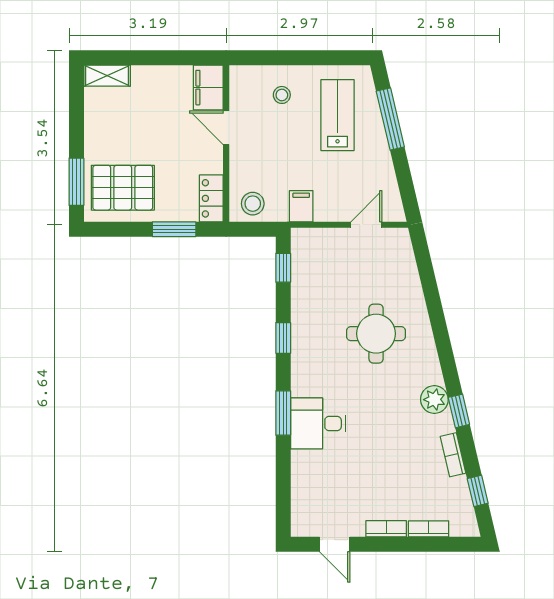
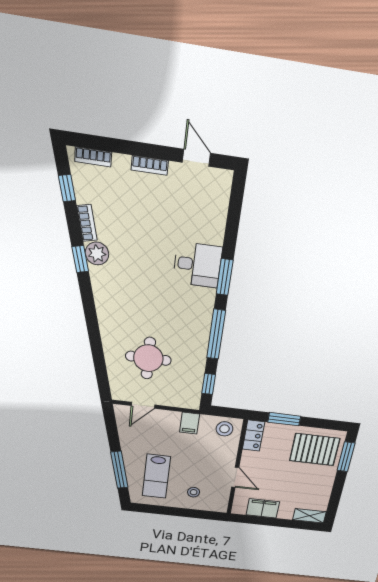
filing cabinet: (208, 88) -> (263, 508), moved, turned -90
round table: (376, 334) -> (148, 358), moved
window: (283, 338) -> (216, 334), width x2.17
plant: (434, 400) -> (97, 254), moved
bookcase: (429, 529) -> (93, 157), moved

